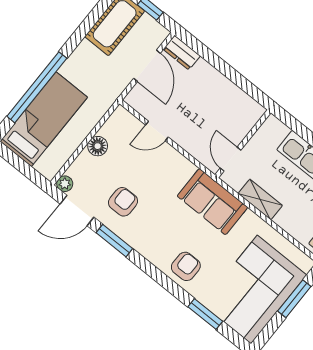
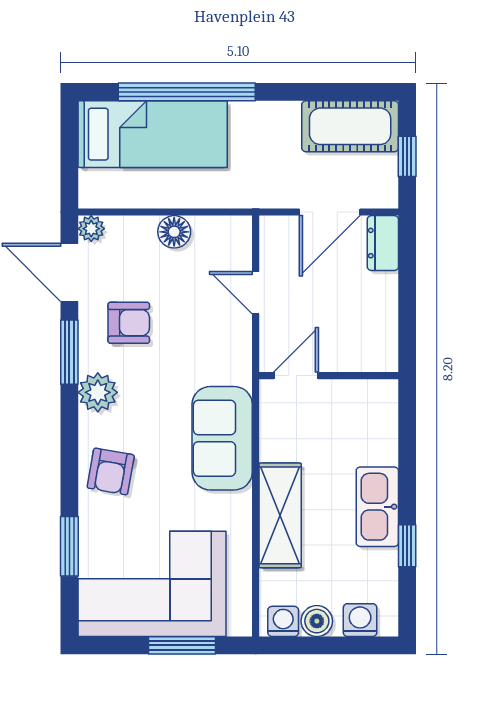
wall: (243, 144) -> (329, 376), moved
door: (231, 159) -> (296, 376), moved
shelving: (260, 200) -> (280, 515), width x1.50, depth x1.33
plant: (144, 243) -> (98, 392), added
armchair: (186, 266) -> (111, 471), turned 100

